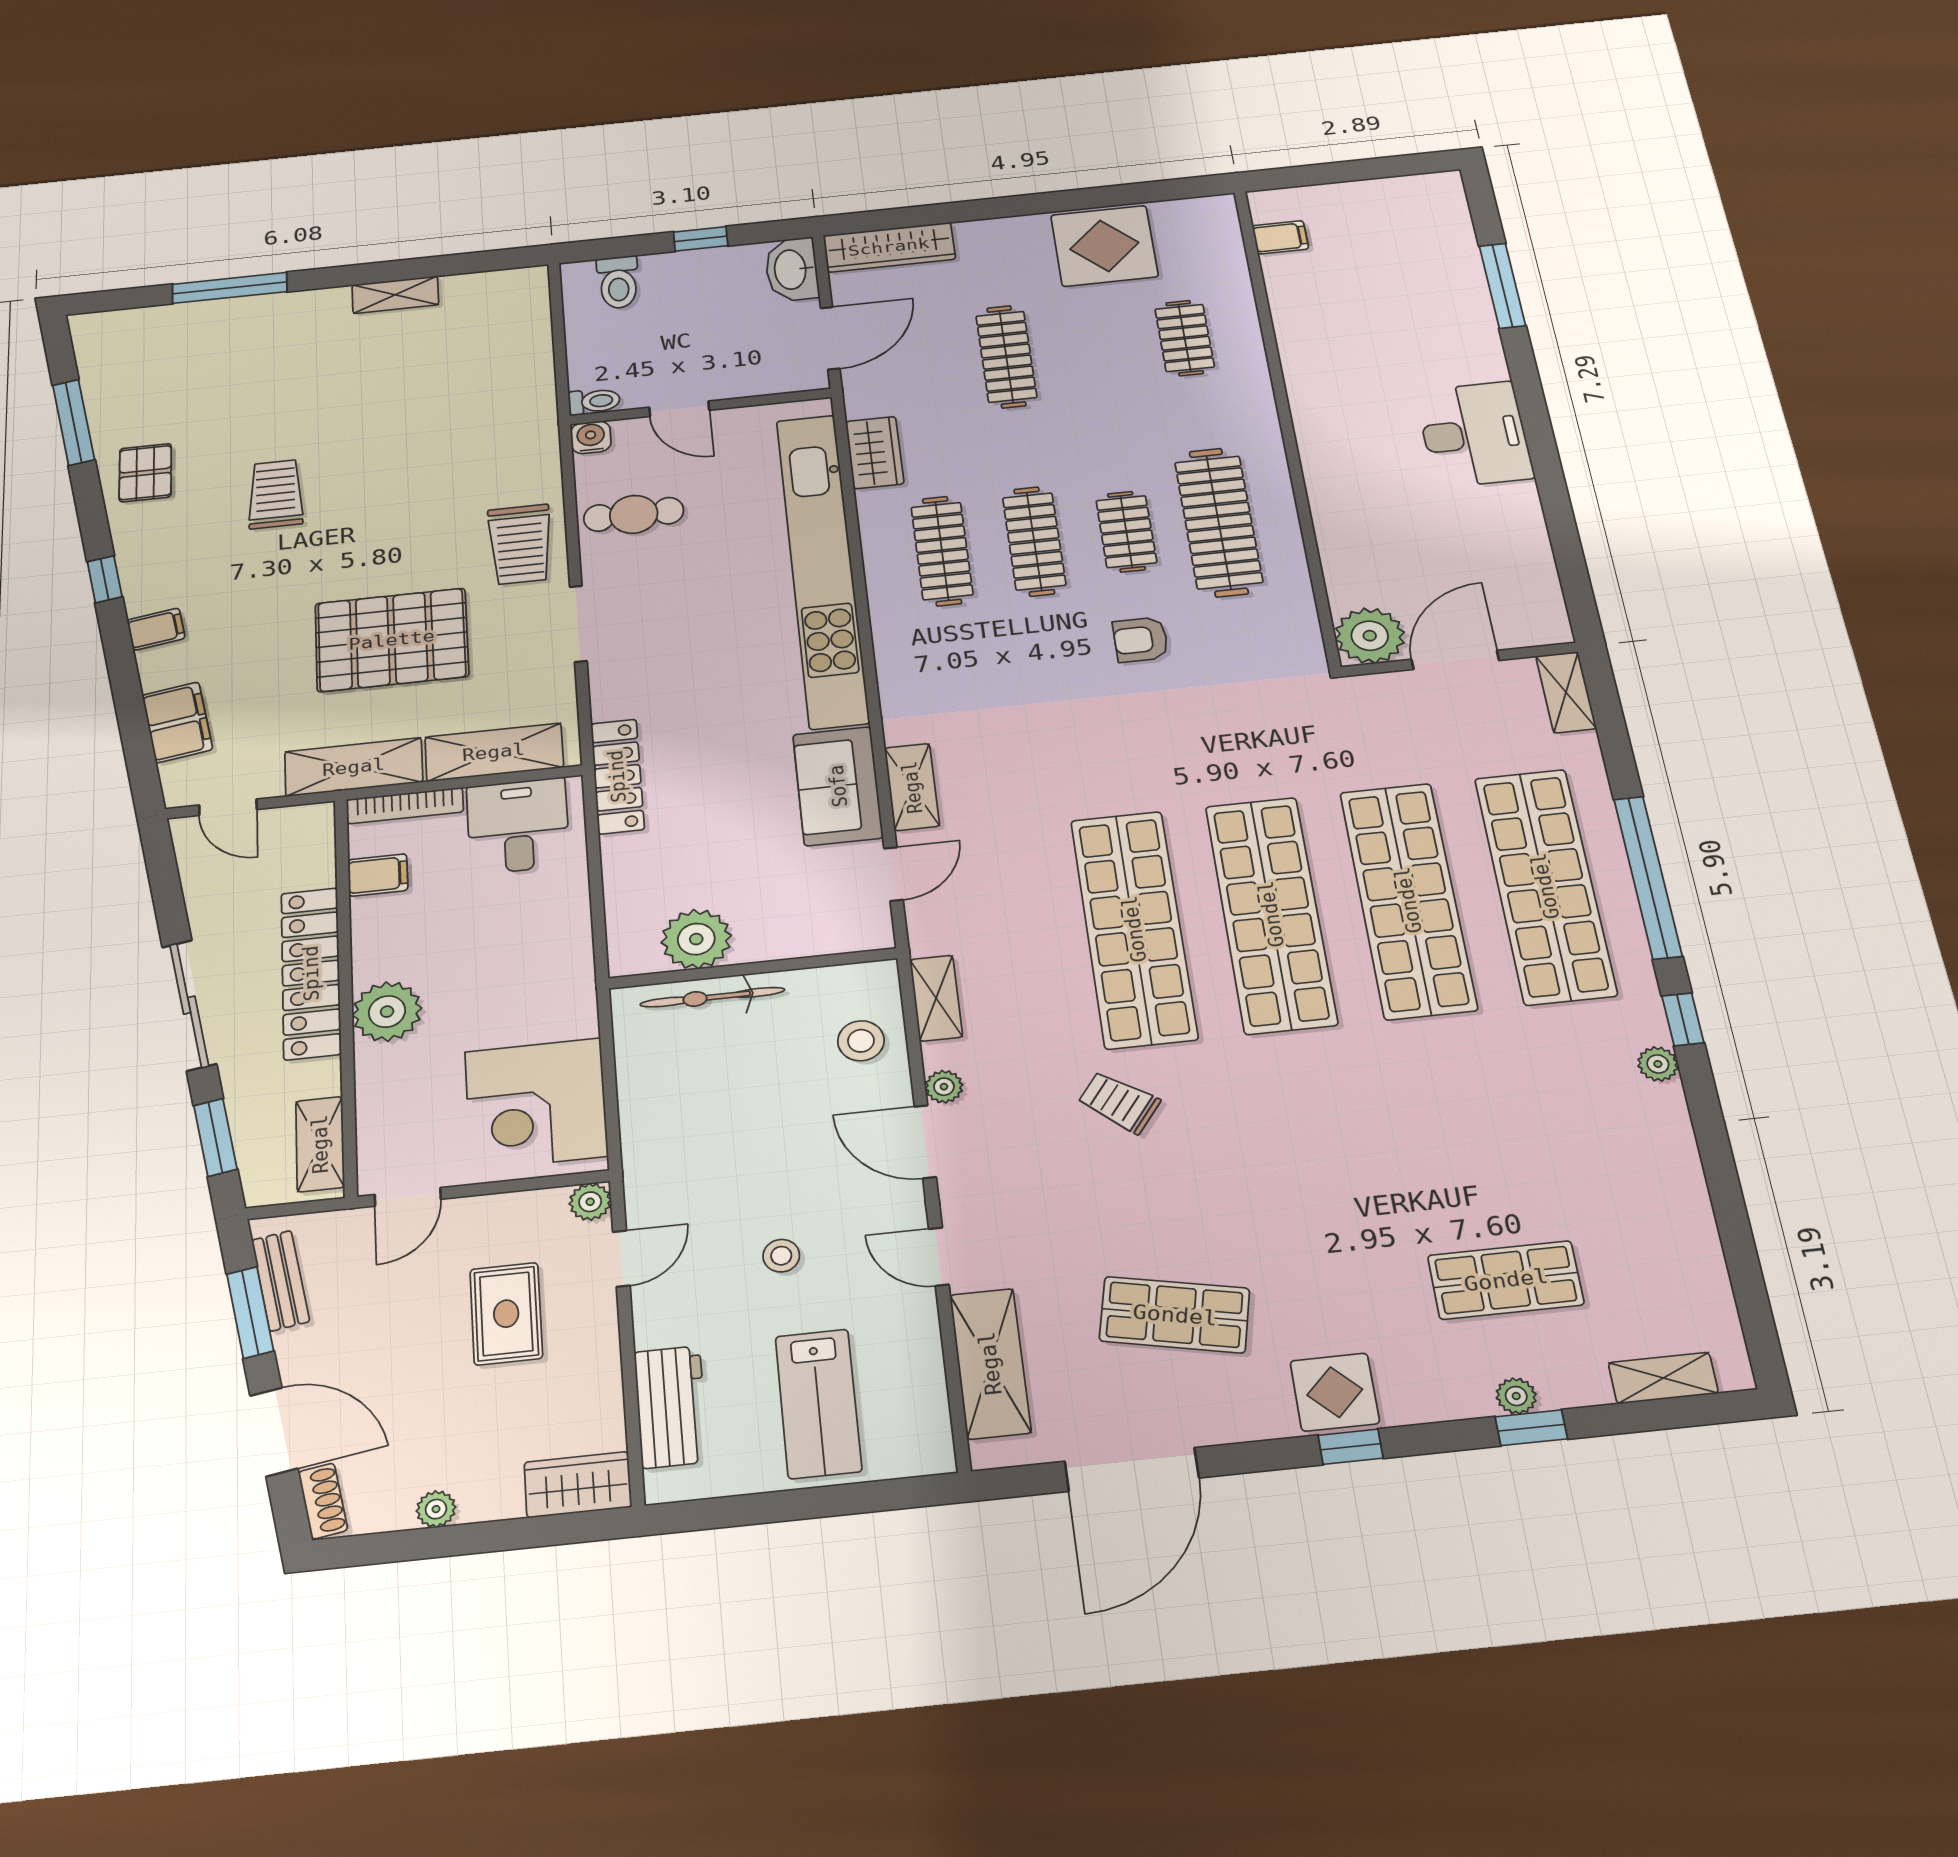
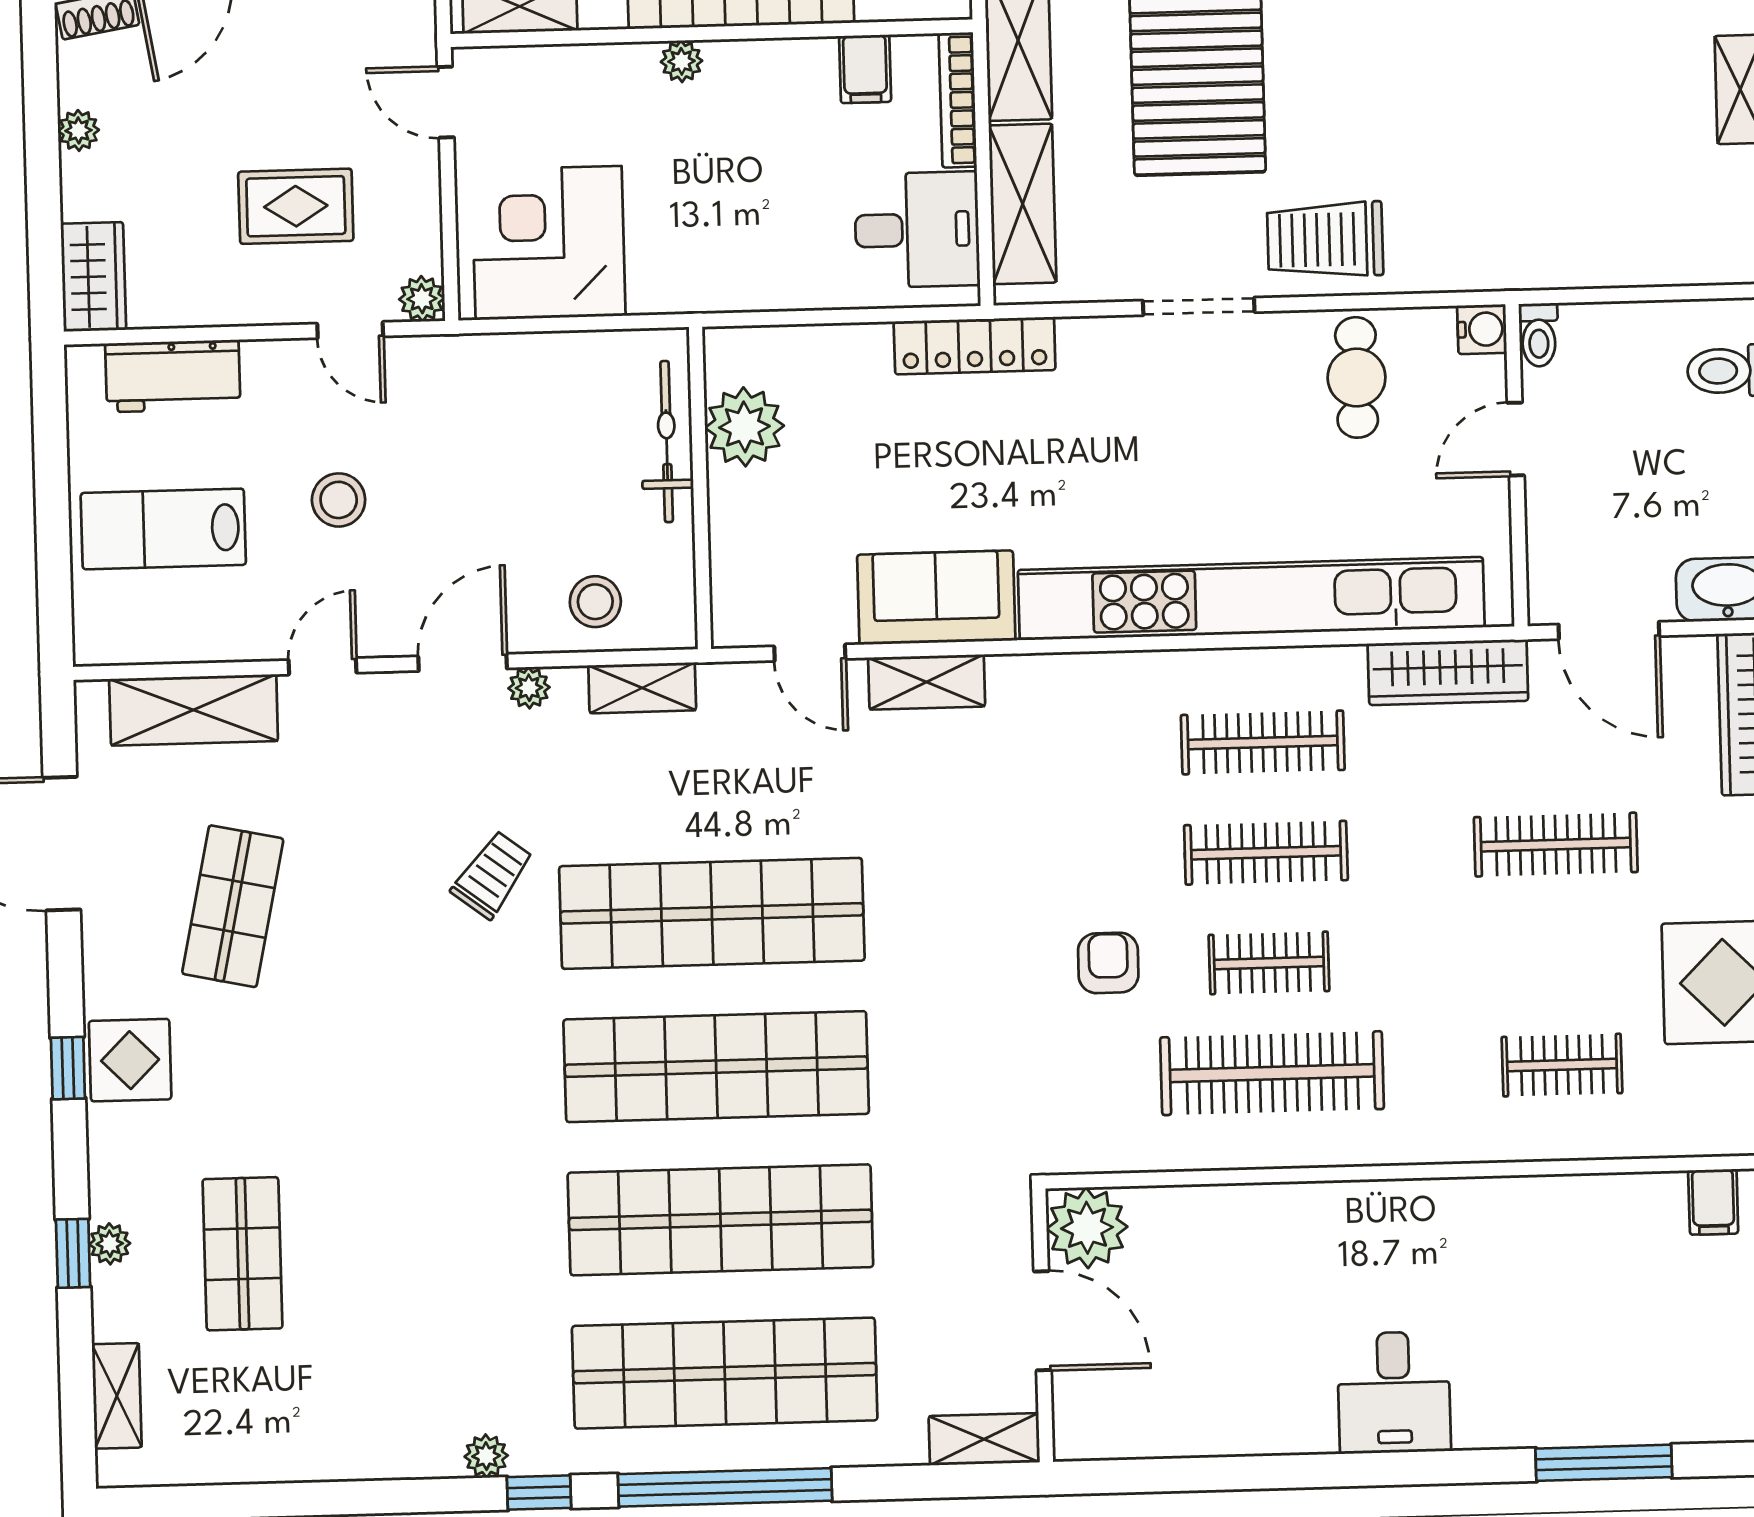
desk: (1474, 434) -> (1394, 1392), width x0.73
wardrobe: (875, 453) -> (1448, 672), width x1.50
plant: (387, 1012) -> (681, 61), width x0.53, depth x0.53
stool: (781, 1256) -> (339, 500), width x1.37, depth x1.37

